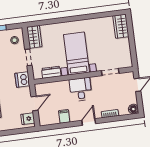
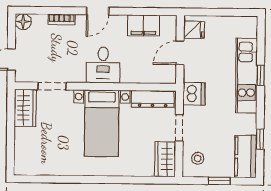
wardrobe: (121, 26) -> (25, 108), moved
dresser: (51, 72) -> (153, 99), width x1.44
filing cabinet: (64, 116) -> (143, 25), width x2.00

